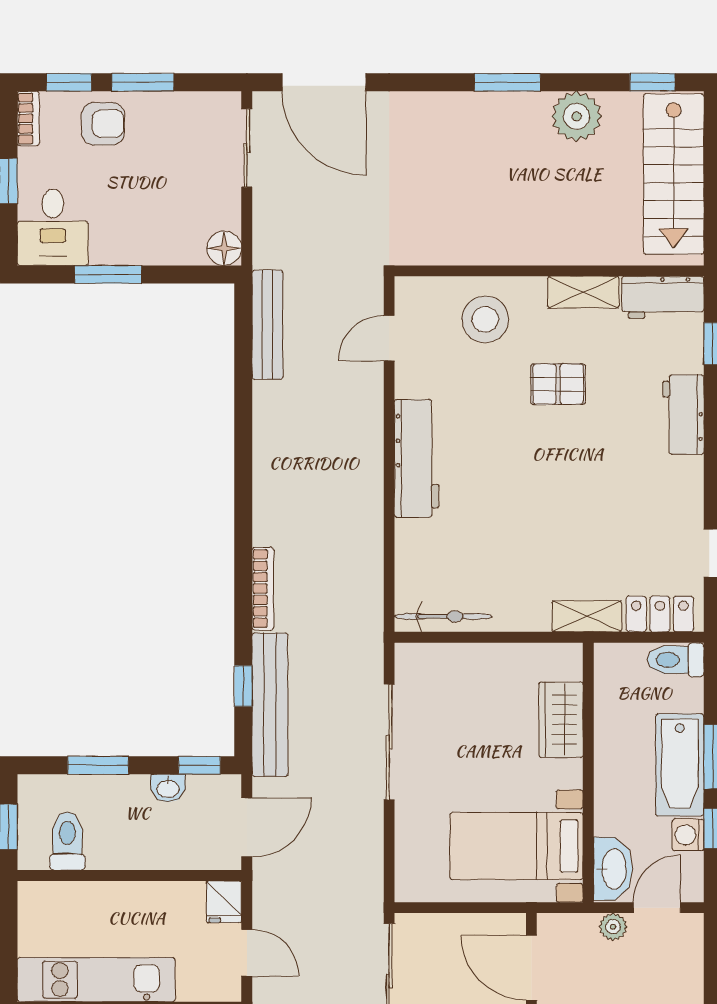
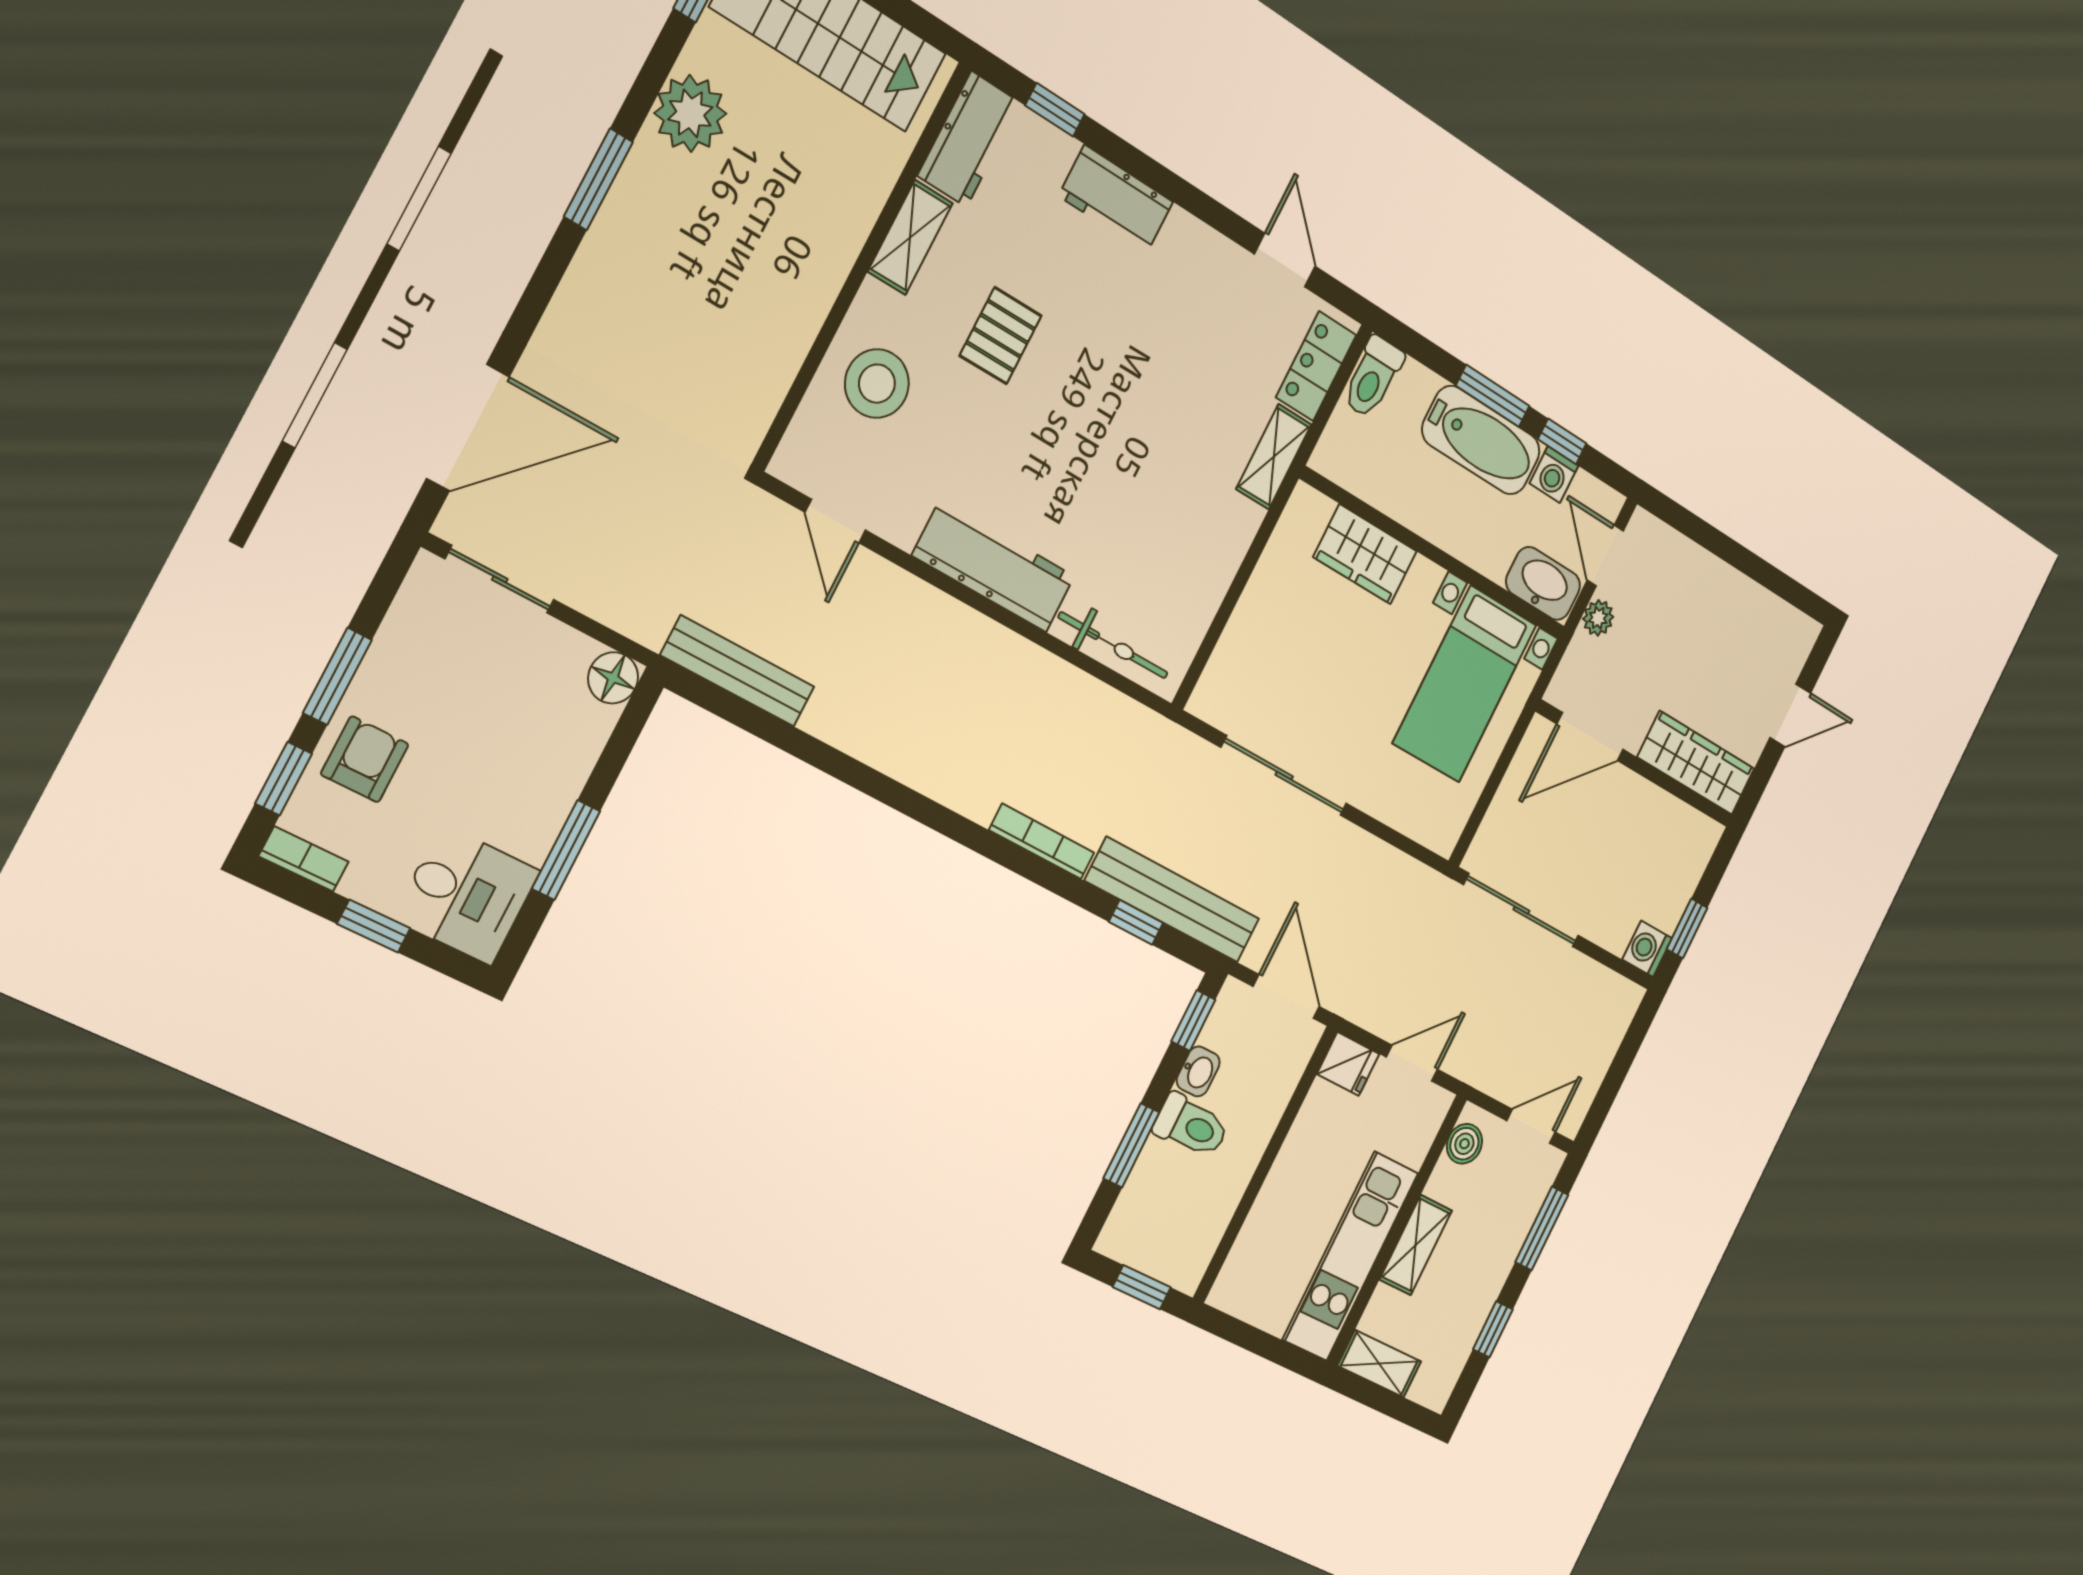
bicycle: (443, 616) -> (1113, 645), moved, turned 90
toilet: (67, 841) -> (1191, 1126), moved, turned 180

